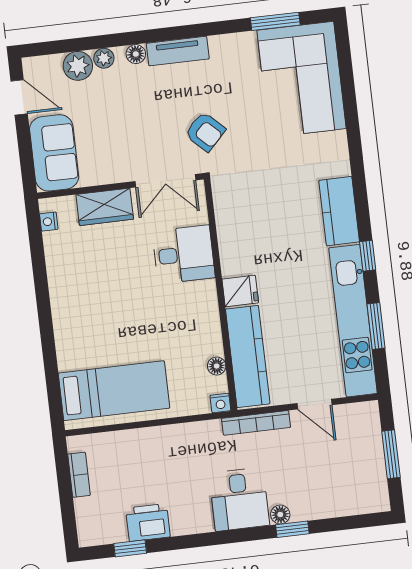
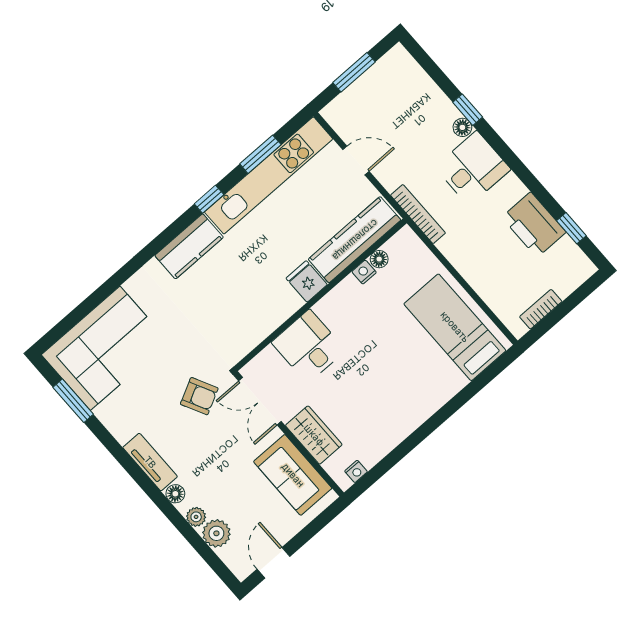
armchair: (205, 132) -> (199, 396), turned 109
sofa: (54, 153) -> (293, 475), moved, turned -90
double door: (165, 181) -> (260, 401), swing flipped
nightstand: (220, 403) -> (364, 272), moved, turned -90
door: (315, 404) -> (356, 160), hinge flipped
bookcase: (256, 423) -> (418, 214), moved
printer: (148, 523) -> (534, 225), width x1.37, depth x1.19

